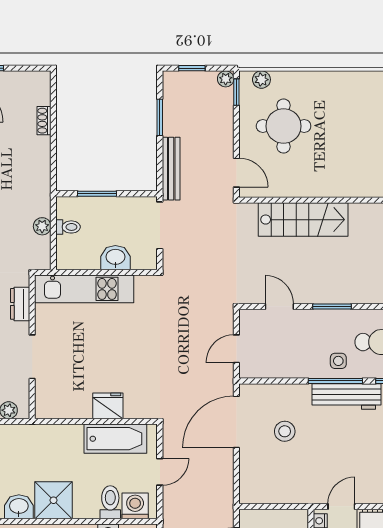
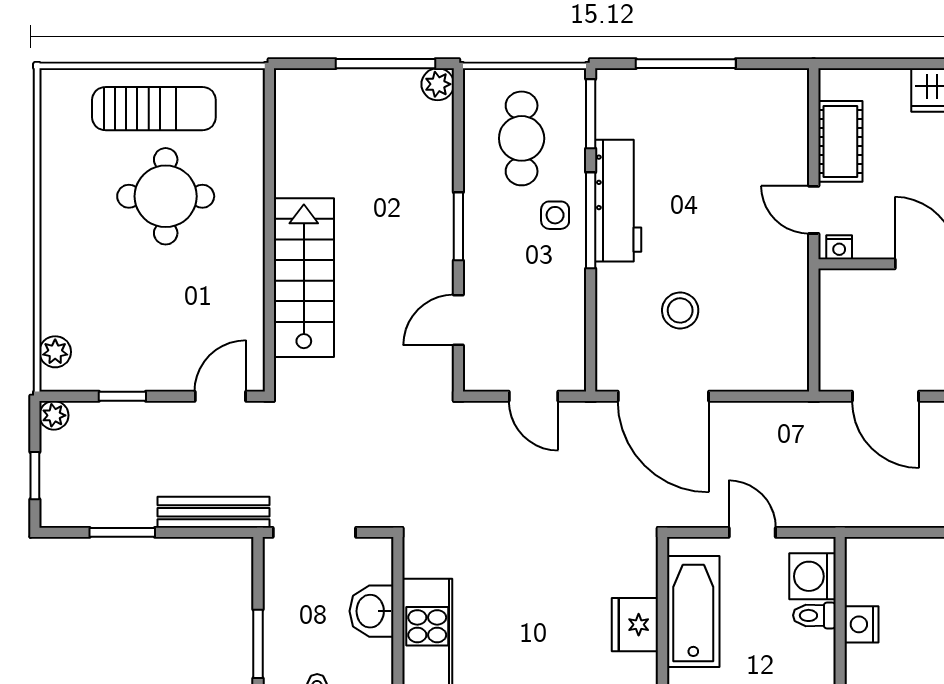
window: (236, 92) -> (122, 396), moved
round table: (284, 126) -> (166, 196), moved
toilet: (110, 502) -> (814, 615), width x0.73, depth x0.72

